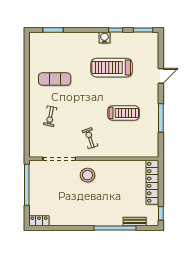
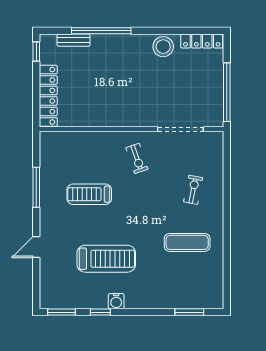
stool: (88, 175) -> (163, 47), moved
locker: (39, 221) -> (202, 41), width x1.53

